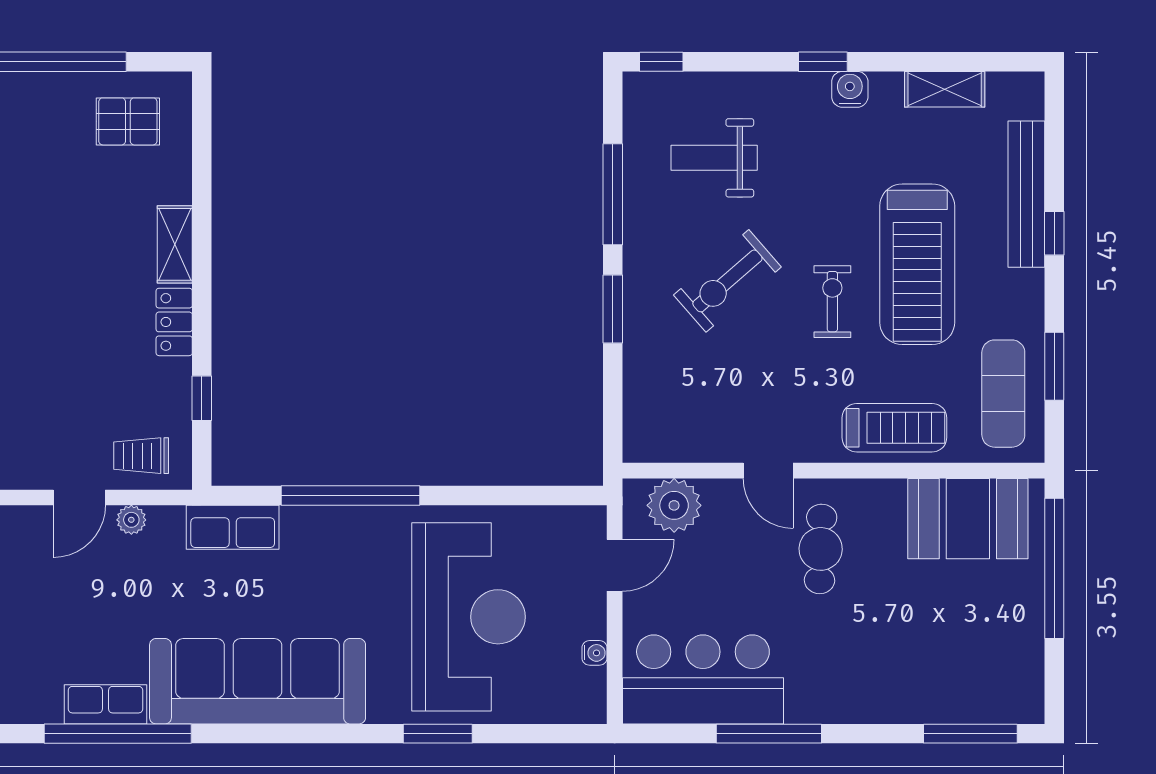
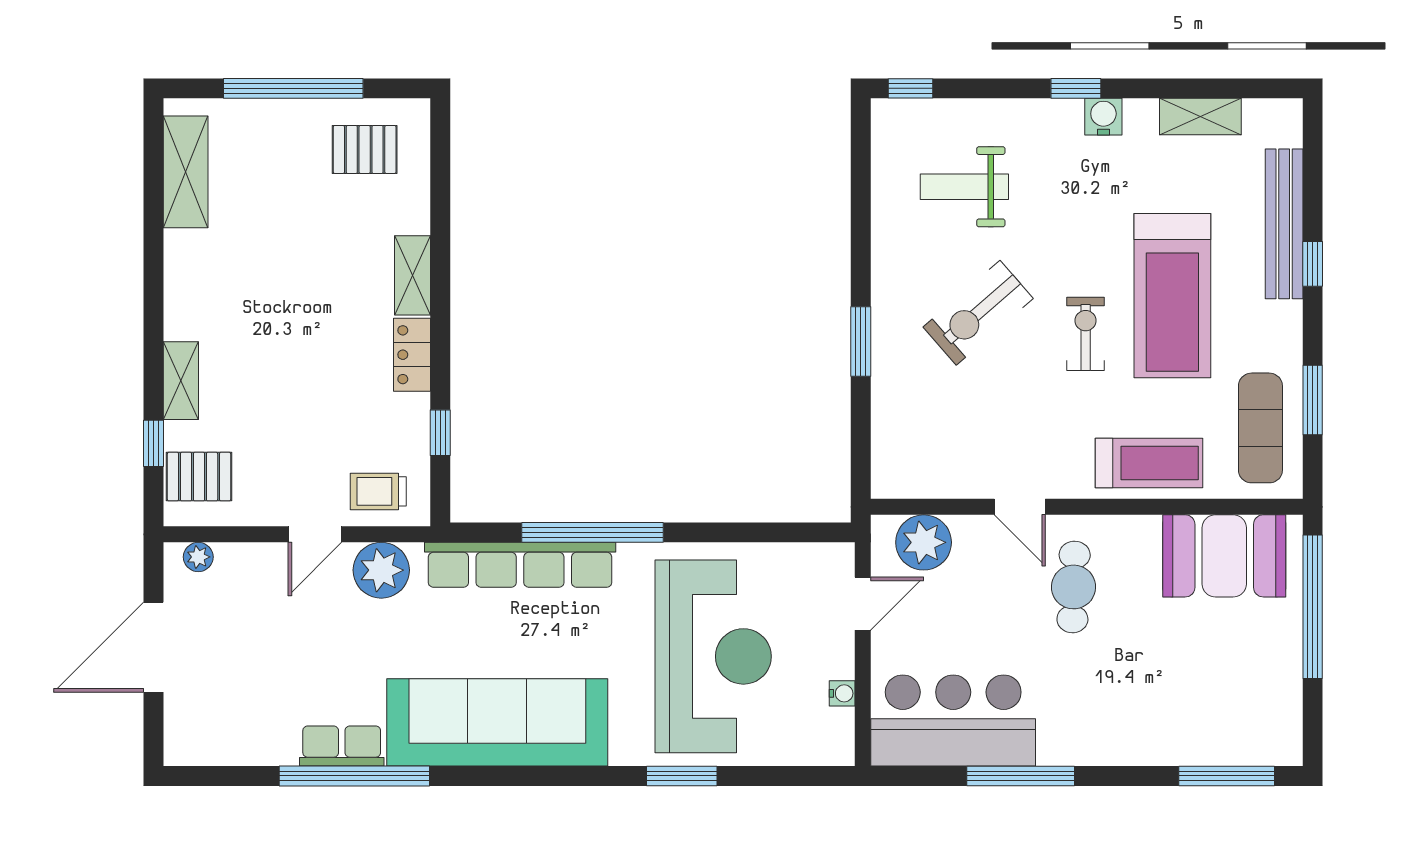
window: (613, 194) -> (861, 224), removed
plant: (131, 520) -> (381, 570), width x1.87, depth x1.87
row of seats: (233, 527) -> (520, 565), width x2.02

